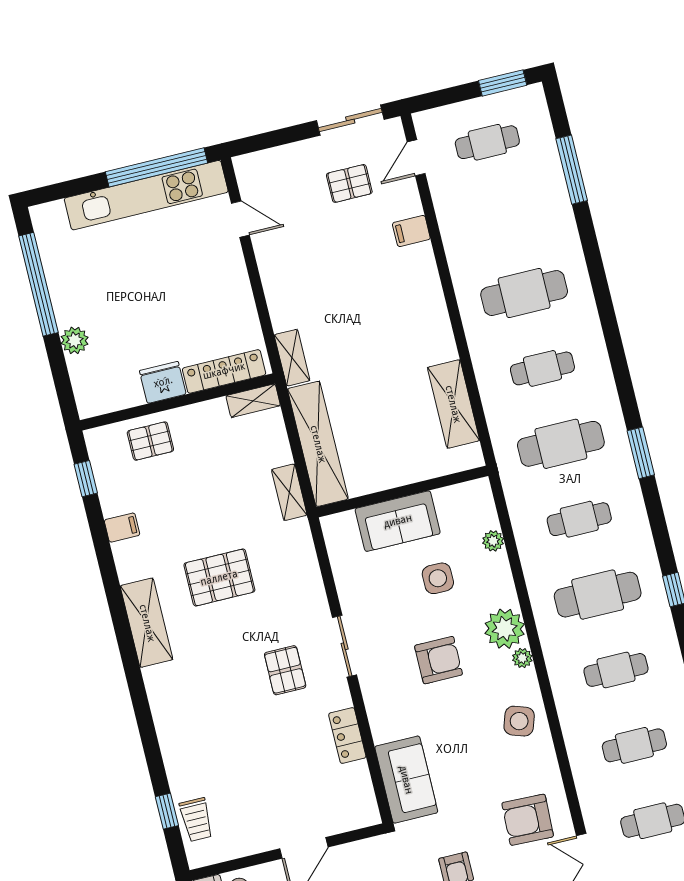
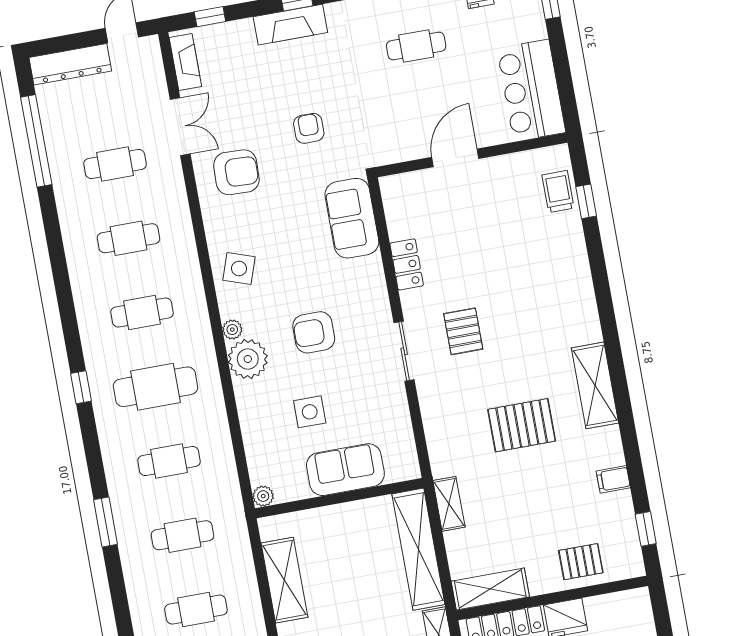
shelving: (253, 401) -> (490, 589), width x1.50, depth x1.33
cafe table: (561, 444) -> (182, 535), width x0.73, depth x0.74
plant: (493, 541) -> (263, 496), moved

